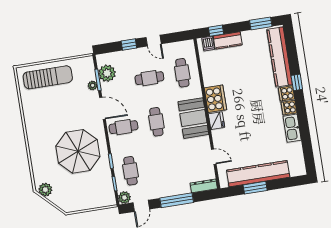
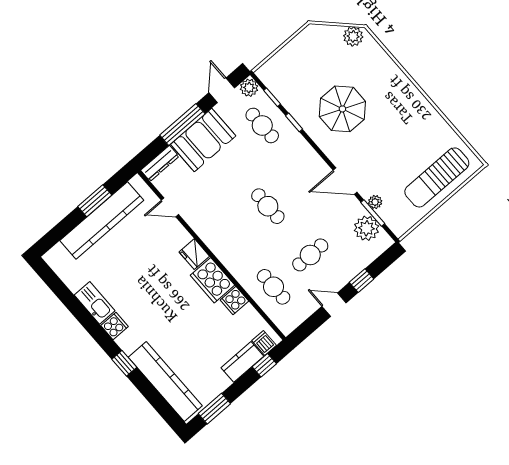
cooker: (286, 93) -> (234, 301), moved, turned 180
booth: (193, 118) -> (203, 140), moved, turned 90
cafe table: (123, 127) -> (305, 174), removed
parasol: (78, 151) -> (342, 109), width x0.73, depth x0.73

